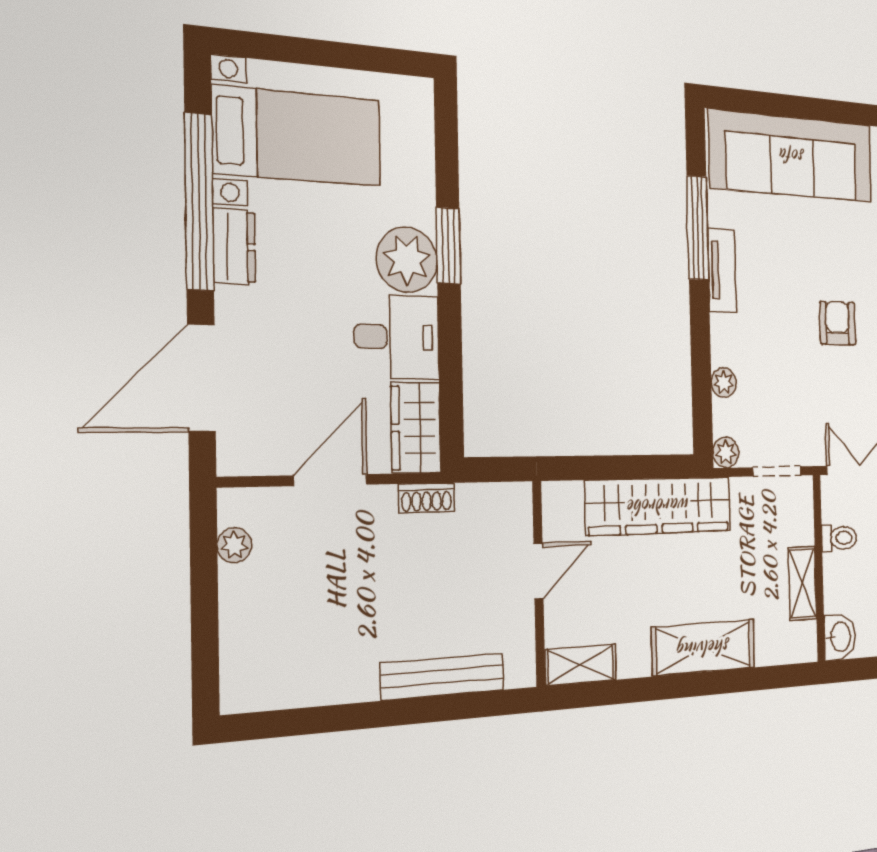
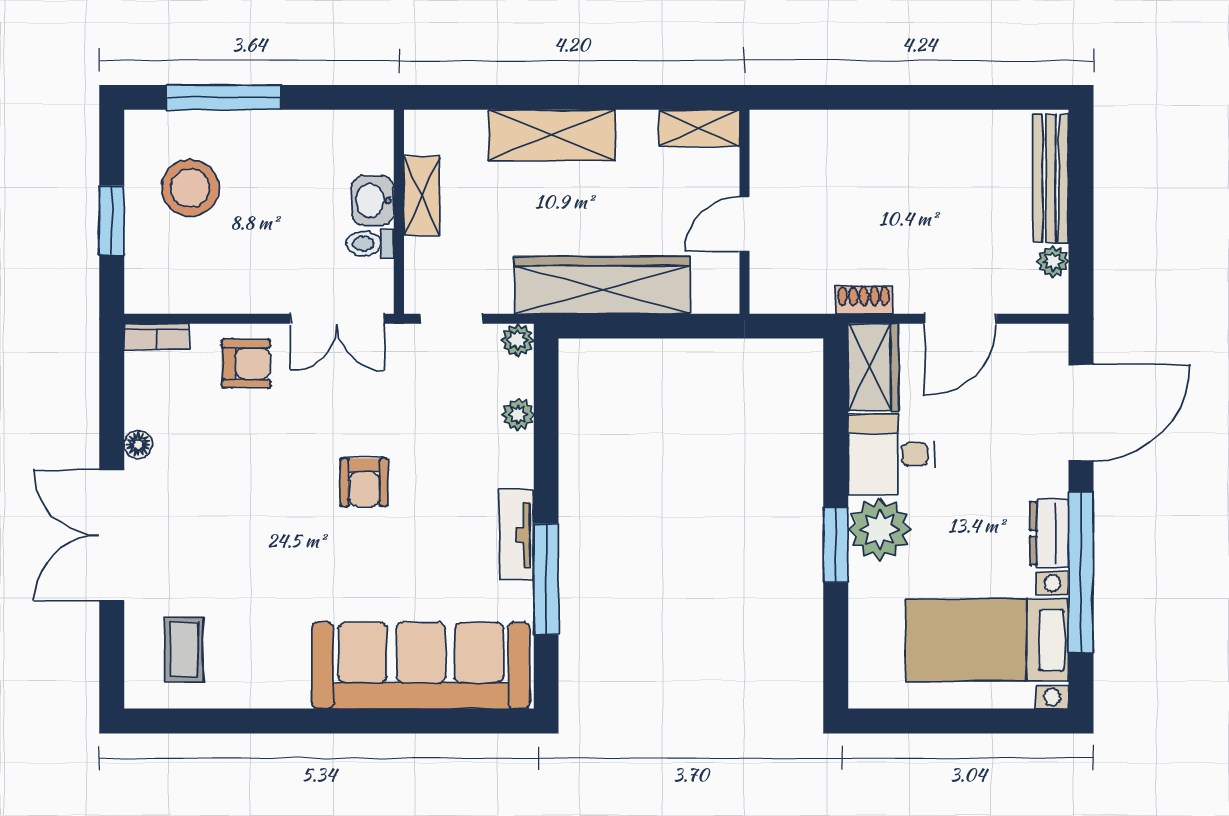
washbasin: (840, 637) -> (373, 201), moved
bench: (443, 677) -> (1051, 178), moved, turned 90

